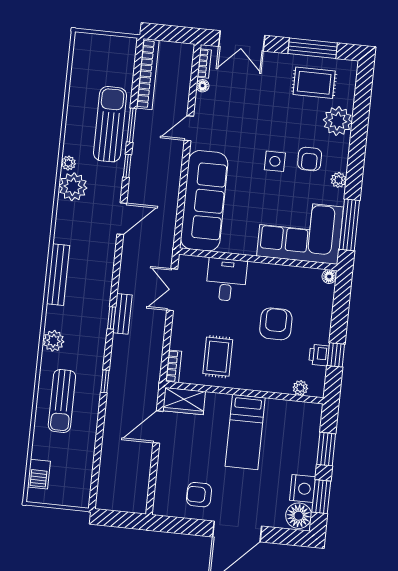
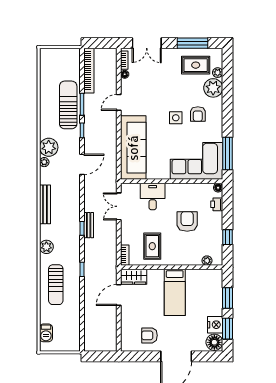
plant: (68, 163) -> (44, 162), moved
plant: (338, 180) -> (218, 73), moved
printer: (319, 355) -> (217, 204), moved

